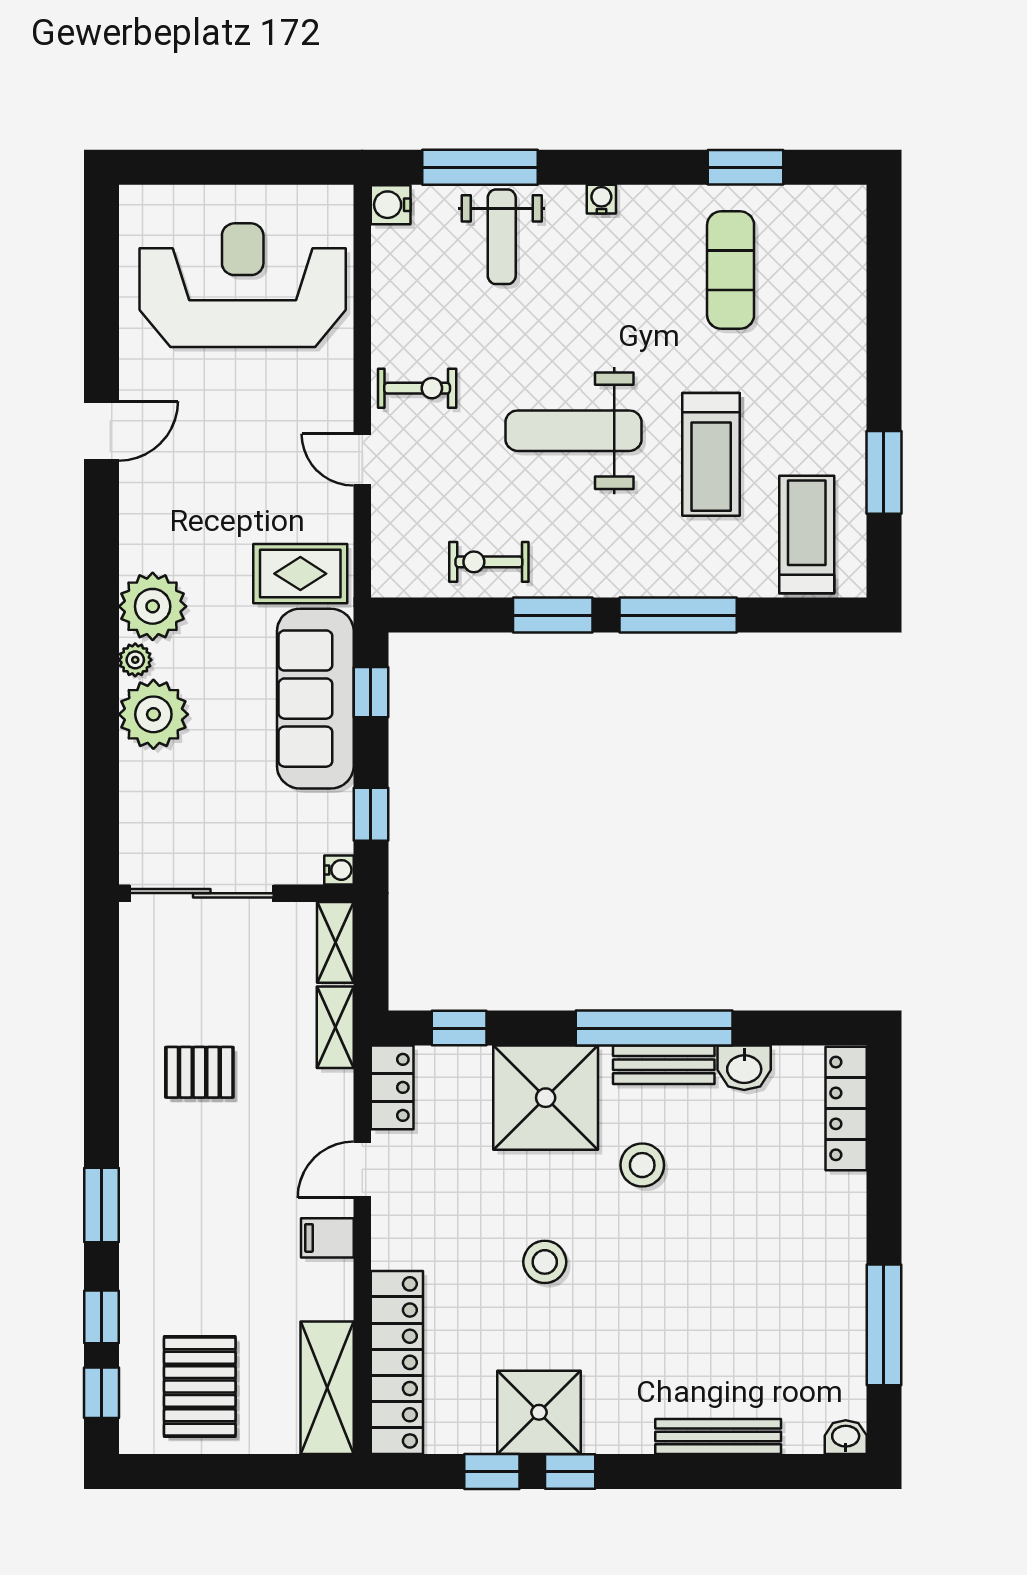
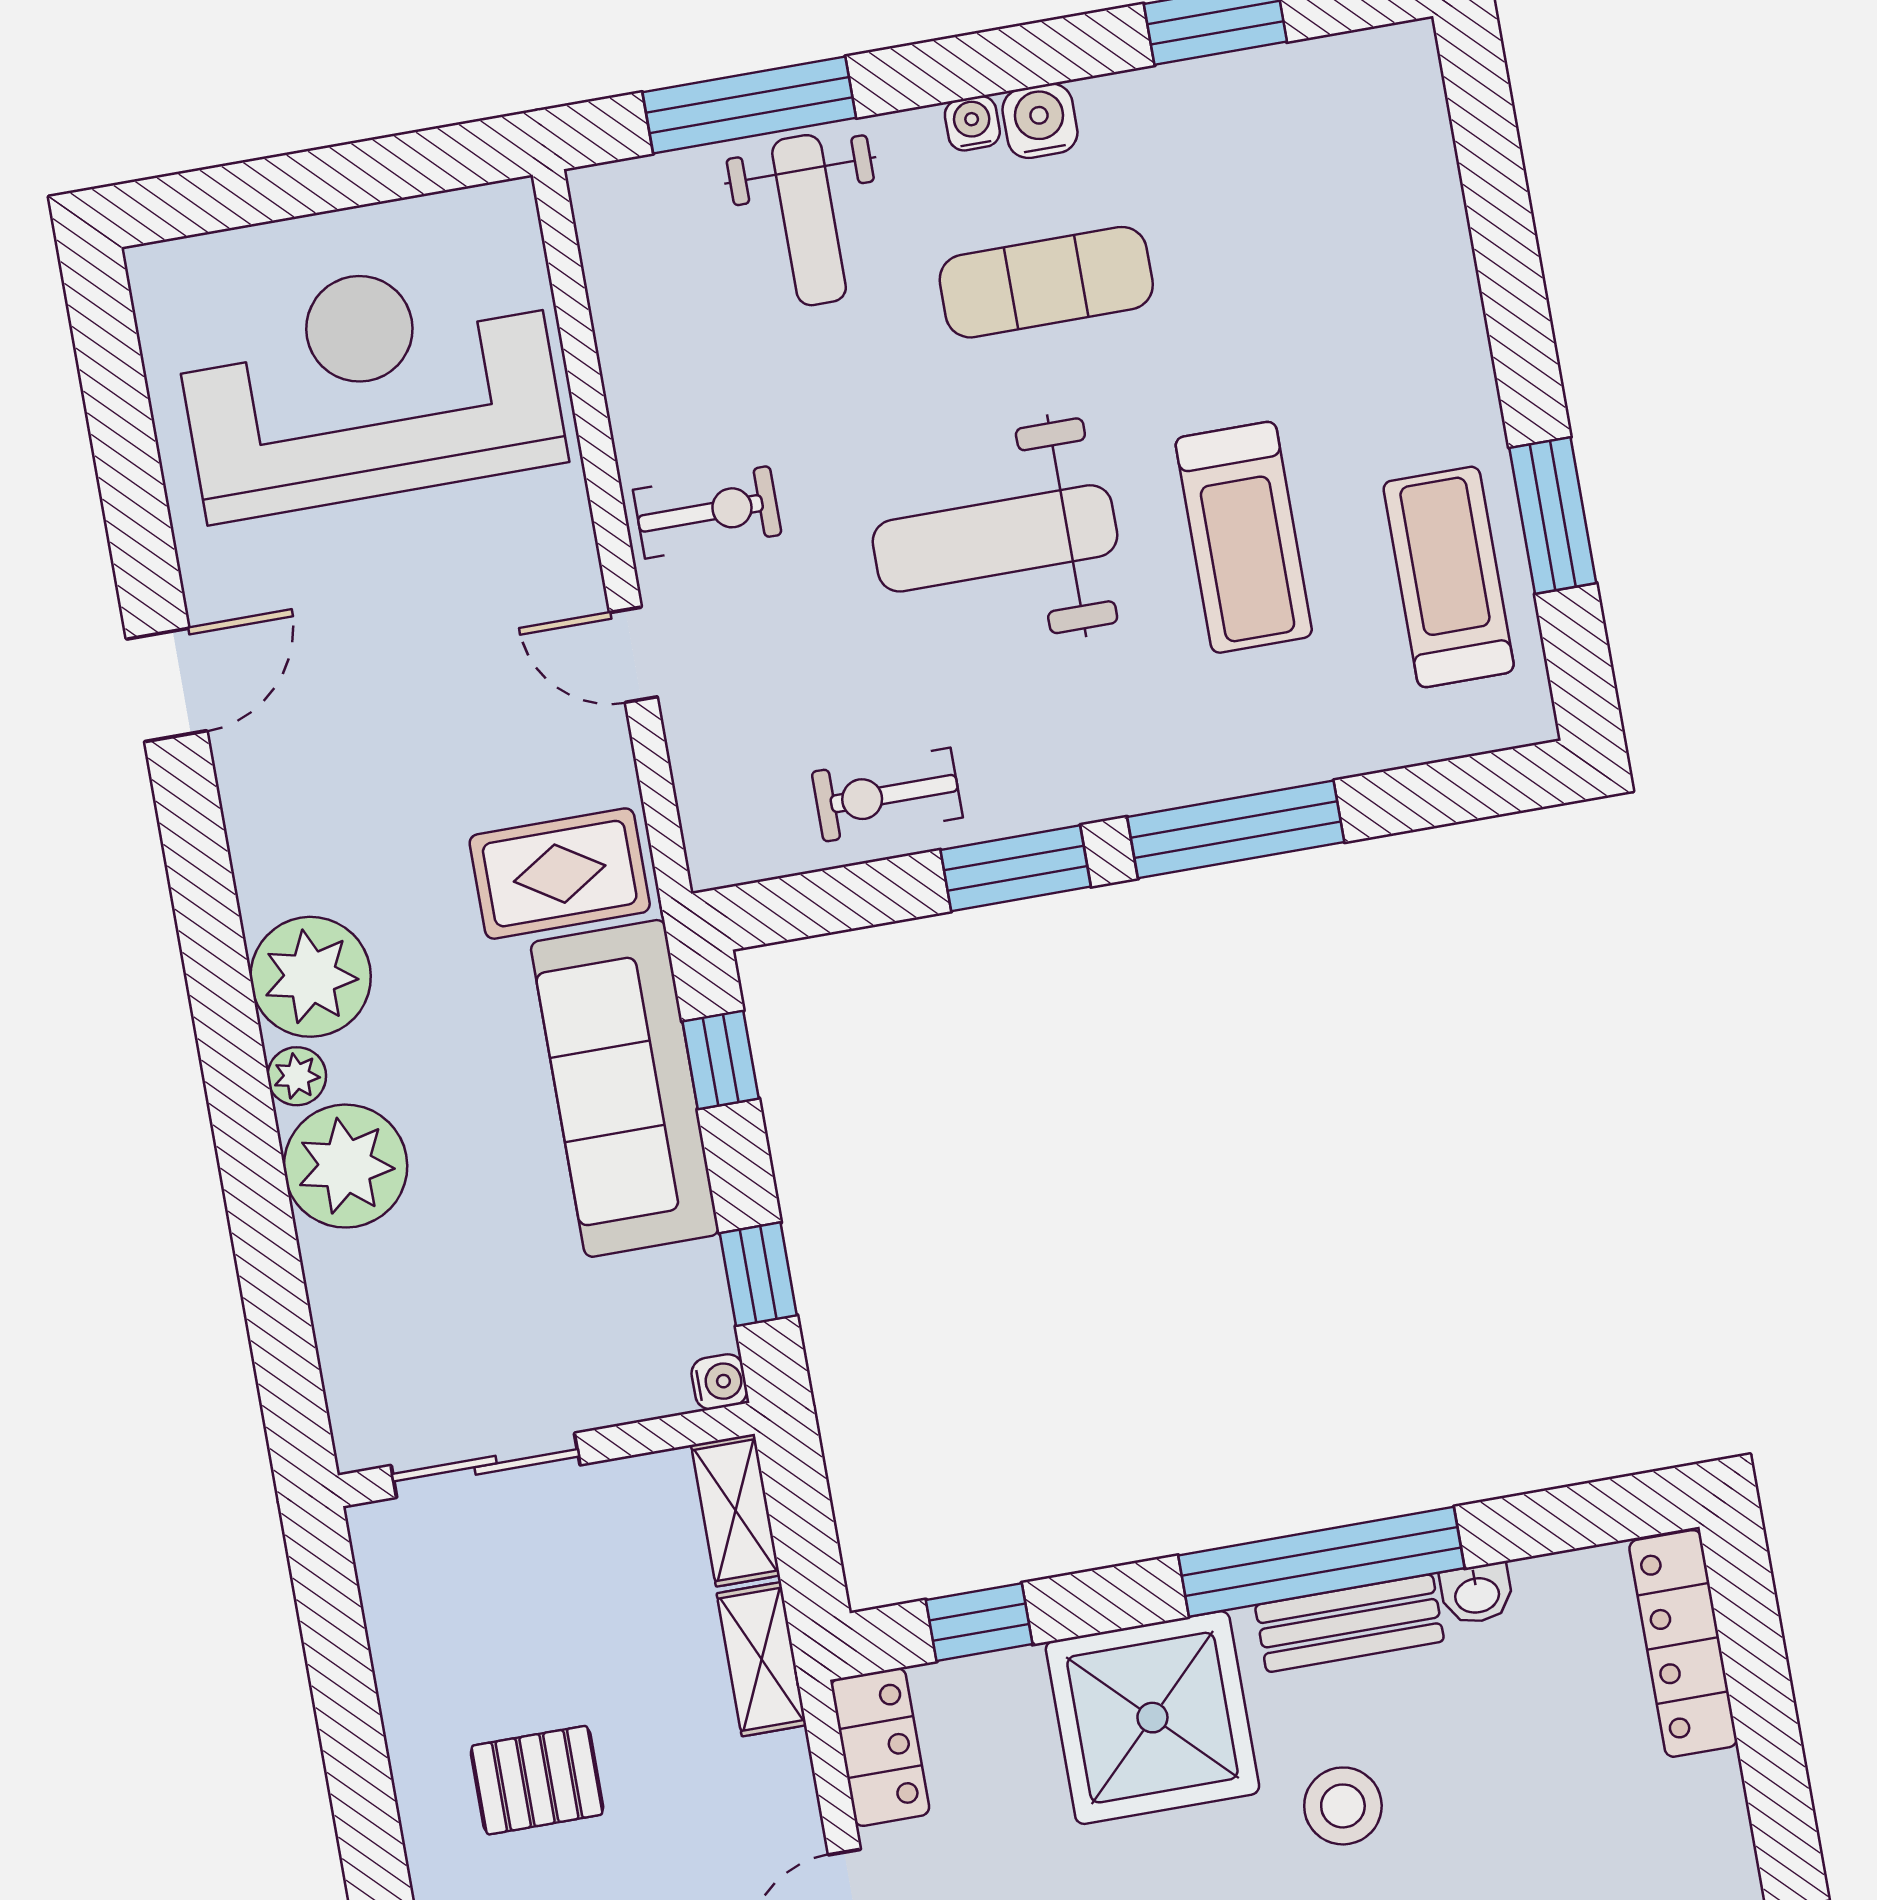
water cooler: (391, 205) -> (1040, 121), moved, turned 90
exercise mat: (731, 270) -> (1046, 282), moved, turned 90
treadmill: (807, 535) -> (1449, 577), moved
sliding door: (202, 893) -> (486, 1465), width x0.73
washbasin: (744, 1068) -> (1477, 1594), width x0.72, depth x0.69

